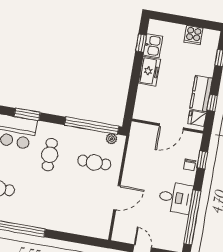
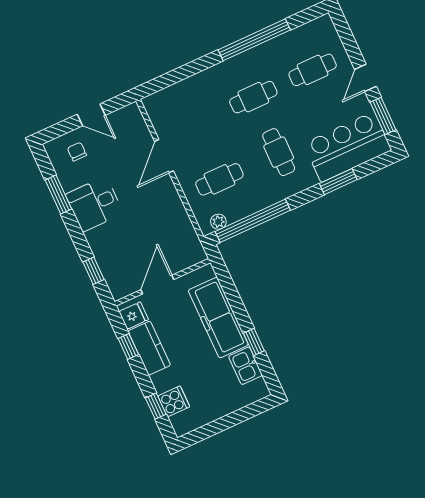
cooker: (193, 35) -> (174, 401), moved, turned 90
window: (141, 43) -> (254, 342), moved
freezer: (149, 71) -> (218, 318), width x1.91, depth x1.26
chair: (190, 165) -> (77, 152), moved
cafe table: (42, 196) -> (253, 97), added
window: (192, 217) -> (58, 194), width x0.47

